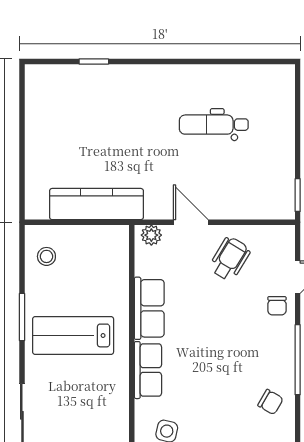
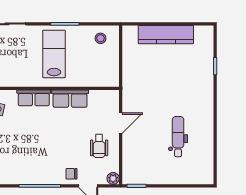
kitchen counter: (96, 204) -> (166, 35), moved, turned 90
plant: (151, 235) -> (113, 178), moved
wheelchair: (230, 259) -> (99, 146), turned 59
chair: (270, 402) -> (15, 170), removed

